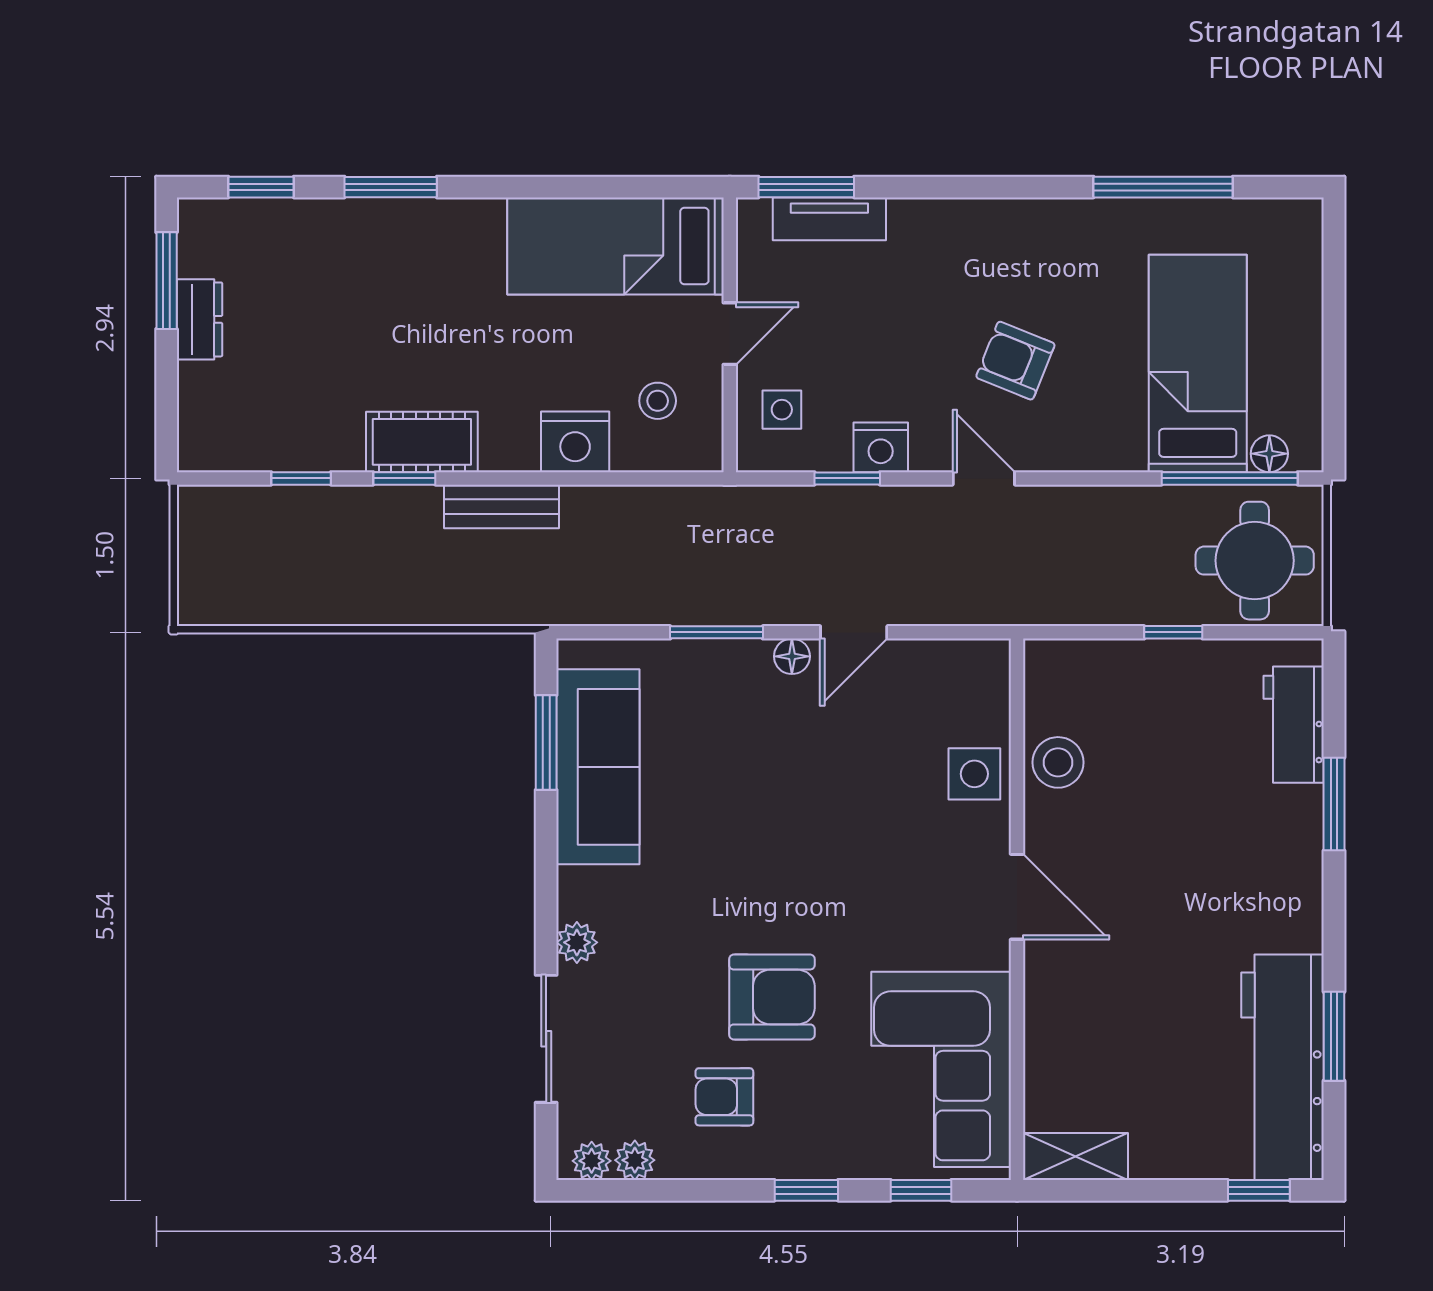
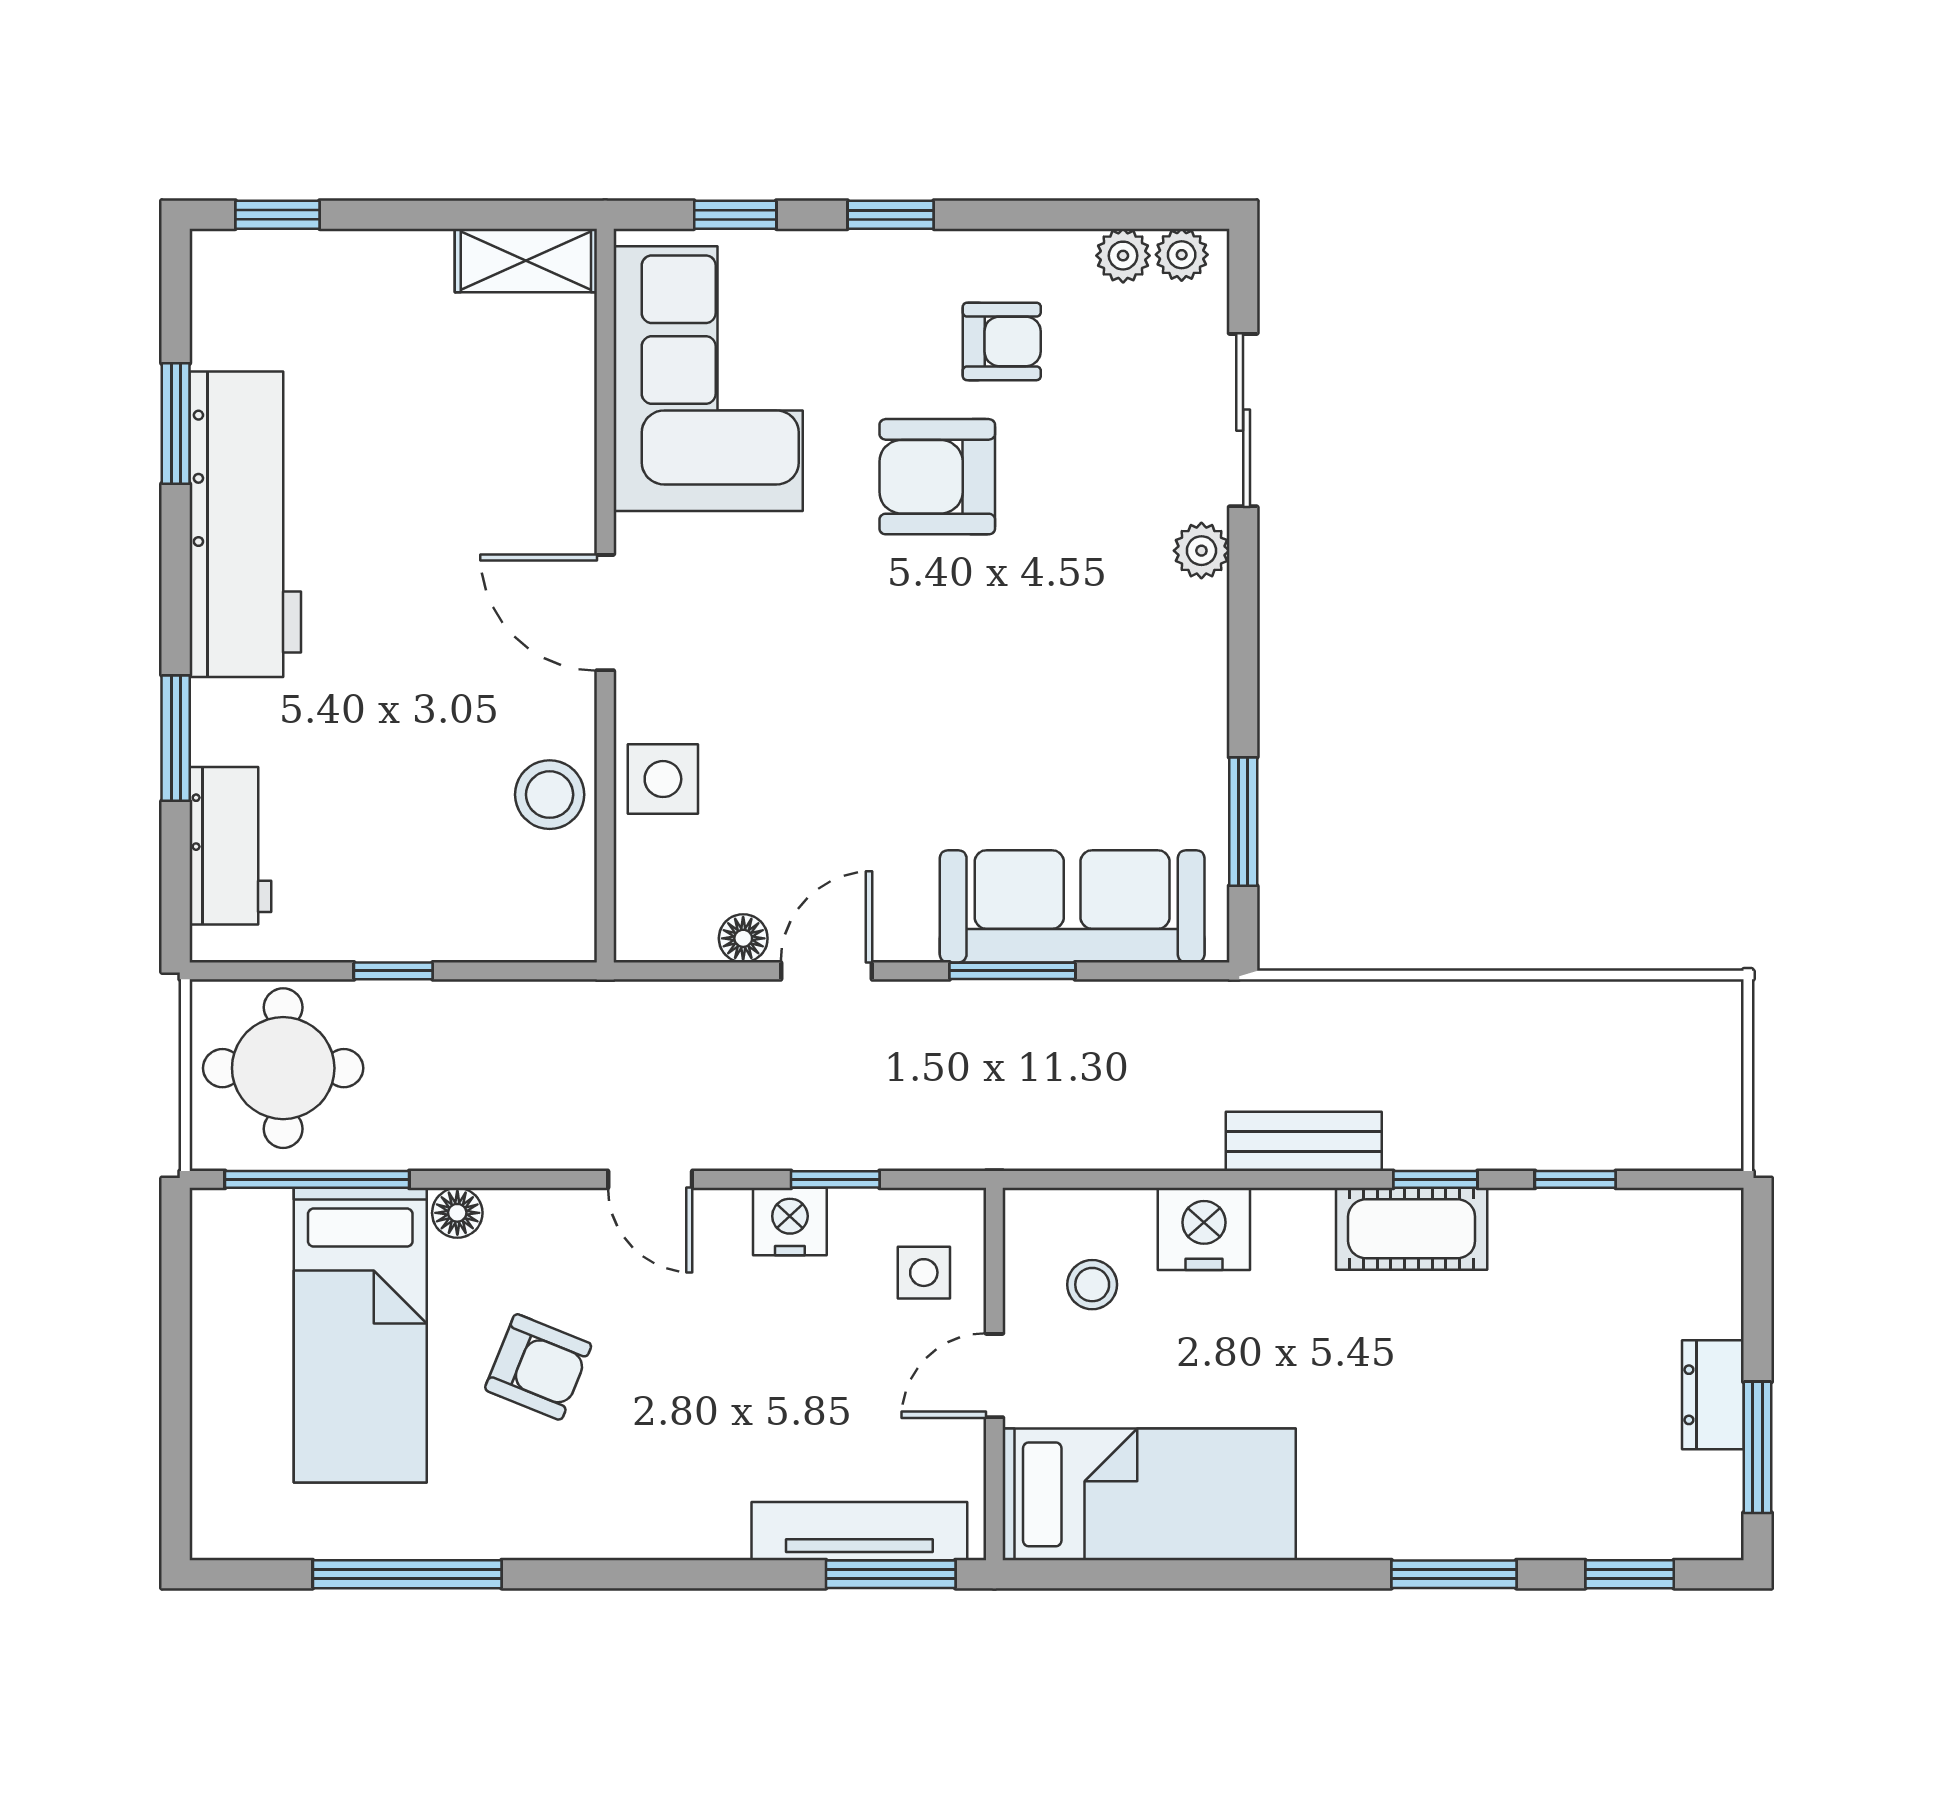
tv unit: (829, 219) -> (859, 1531), width x1.41
armchair: (1015, 361) -> (538, 1367), moved
floor lamp: (1269, 454) -> (457, 1213), moved
floor lamp: (792, 656) -> (743, 938), moved
sofa: (598, 767) -> (1072, 906), moved, turned 90
workbench: (1283, 1067) -> (245, 524), moved

